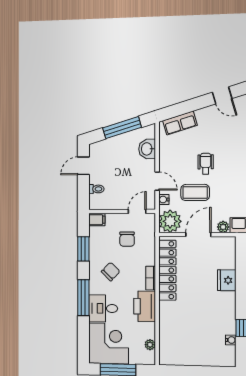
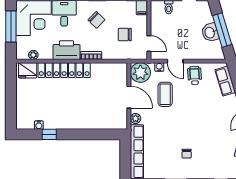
washbasin: (147, 149) -> (210, 33), moved, turned -107
wheelchair: (206, 164) -> (195, 75), moved, turned -93
door: (157, 181) -> (175, 61), hinge flipped
locker: (167, 270) -> (64, 70), moved
fridge: (227, 280) -> (28, 70), moved, turned 180

